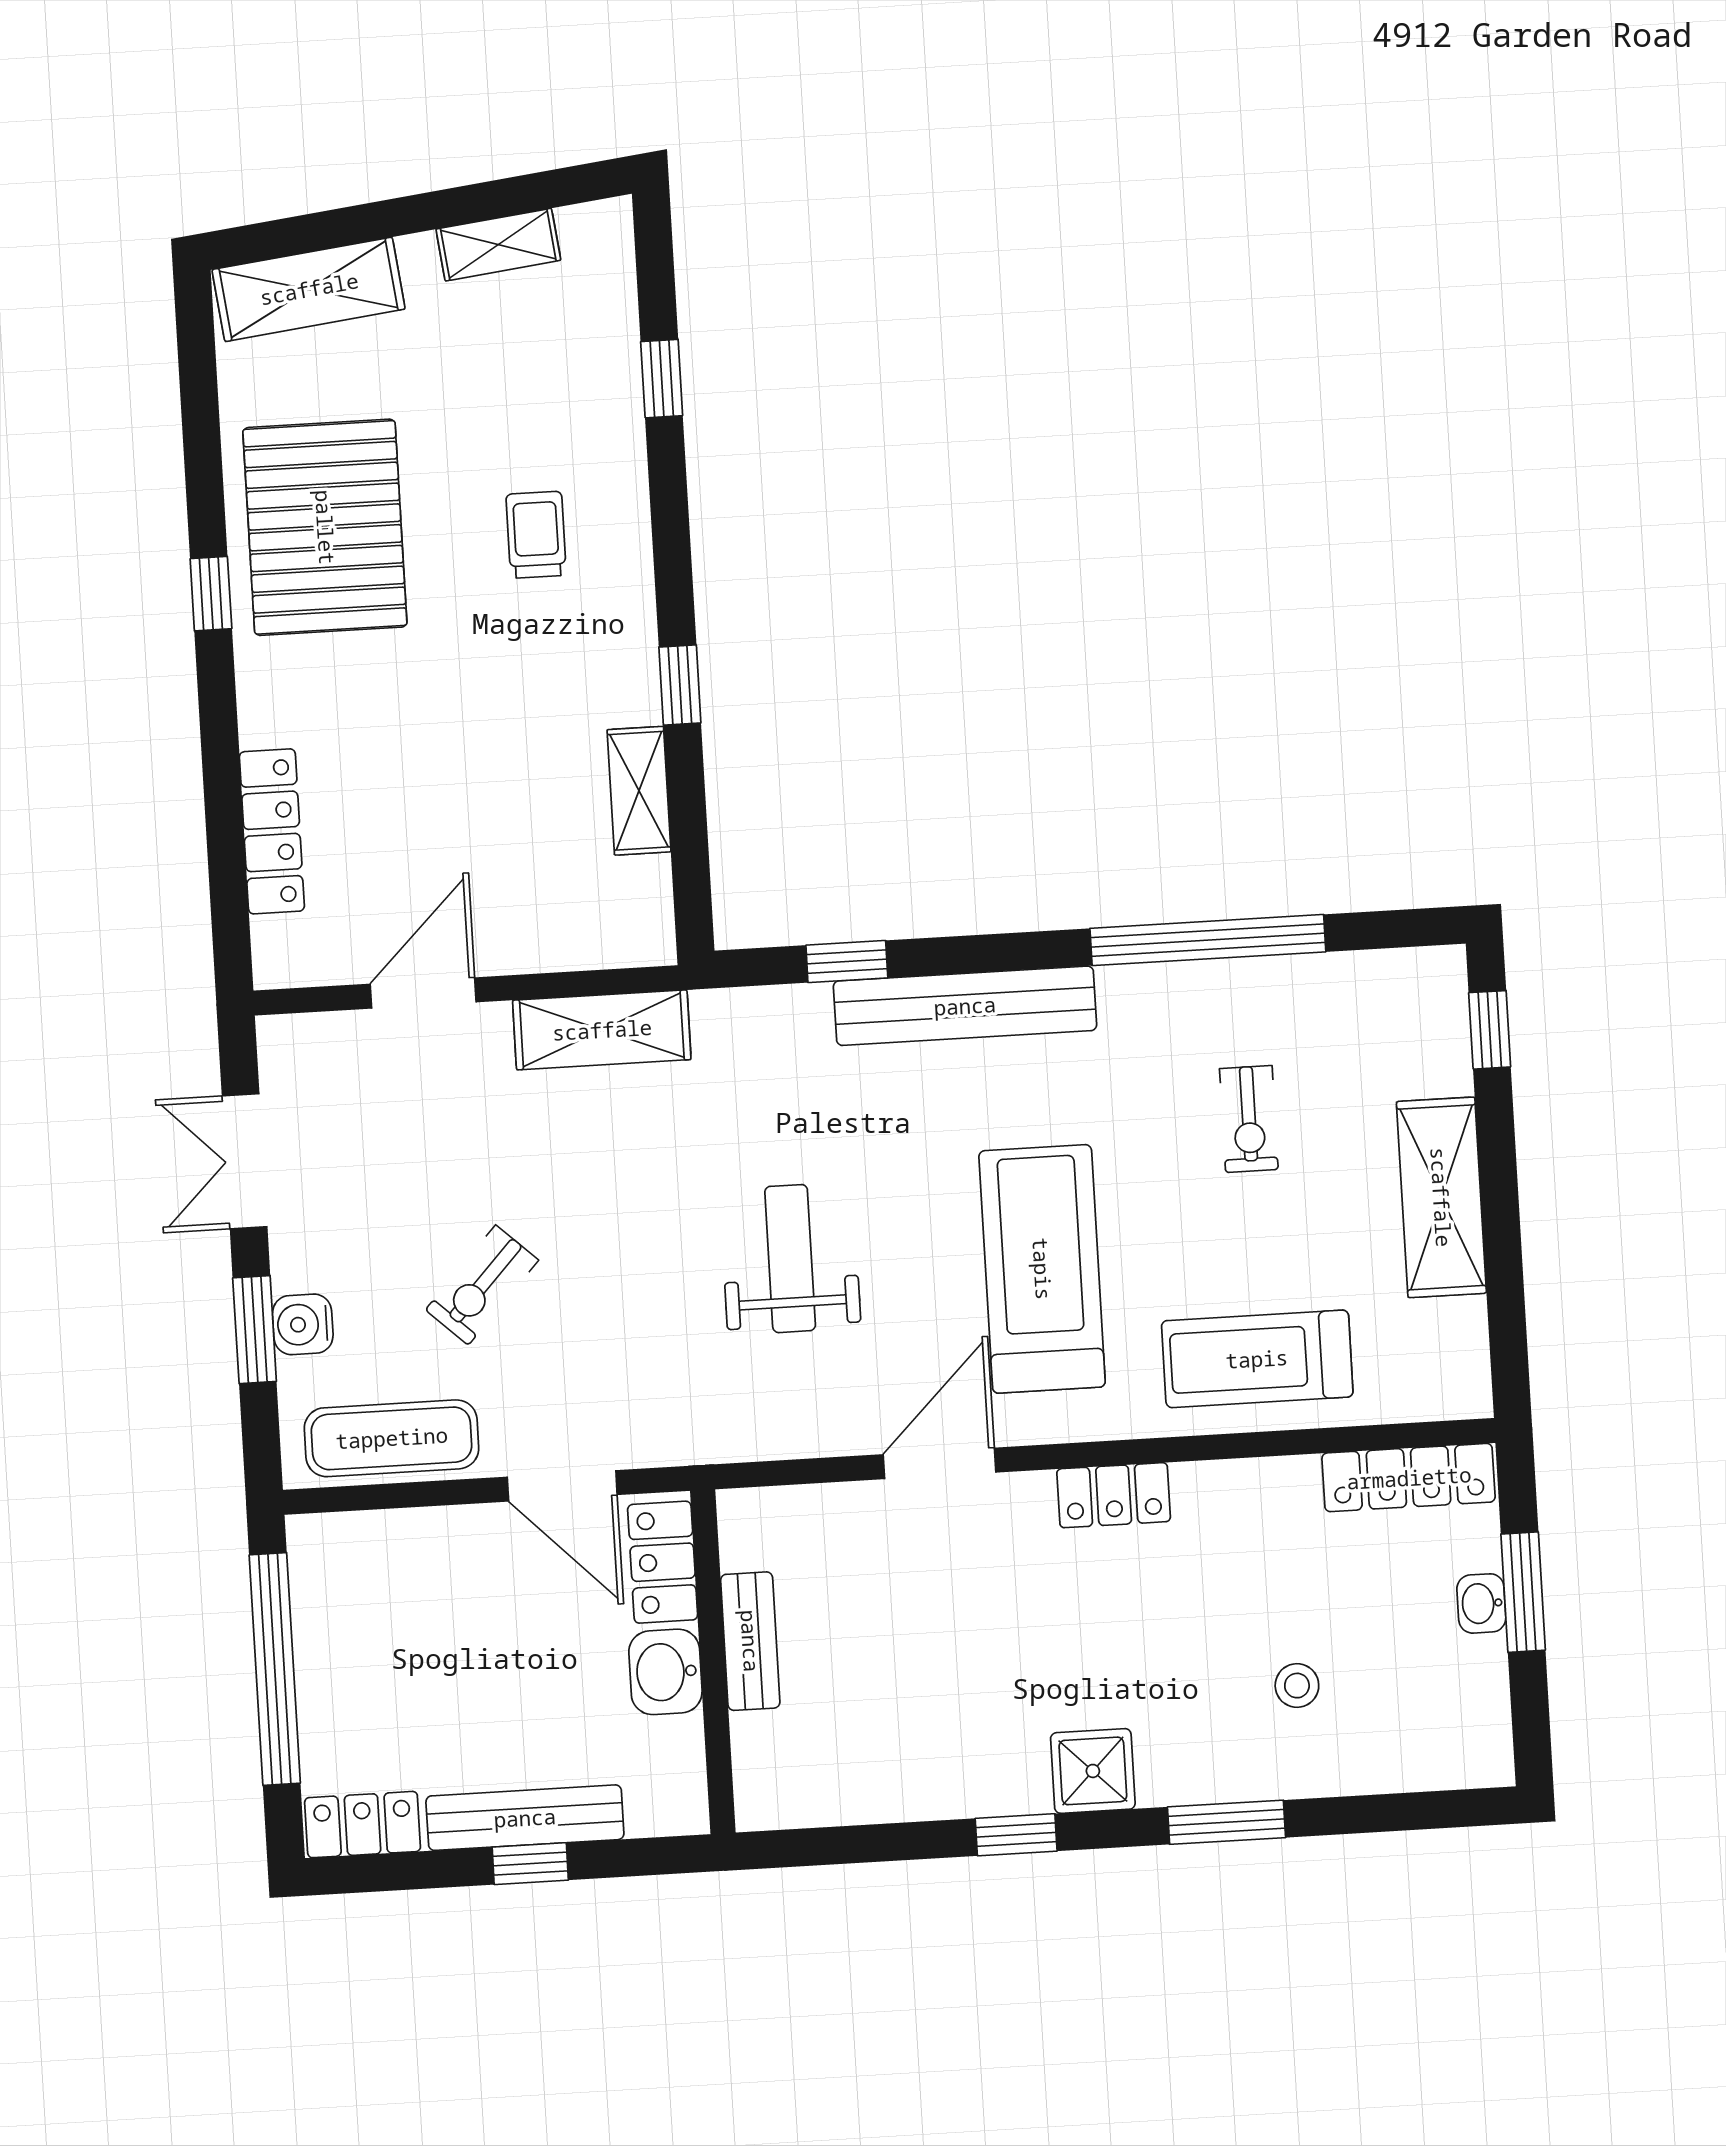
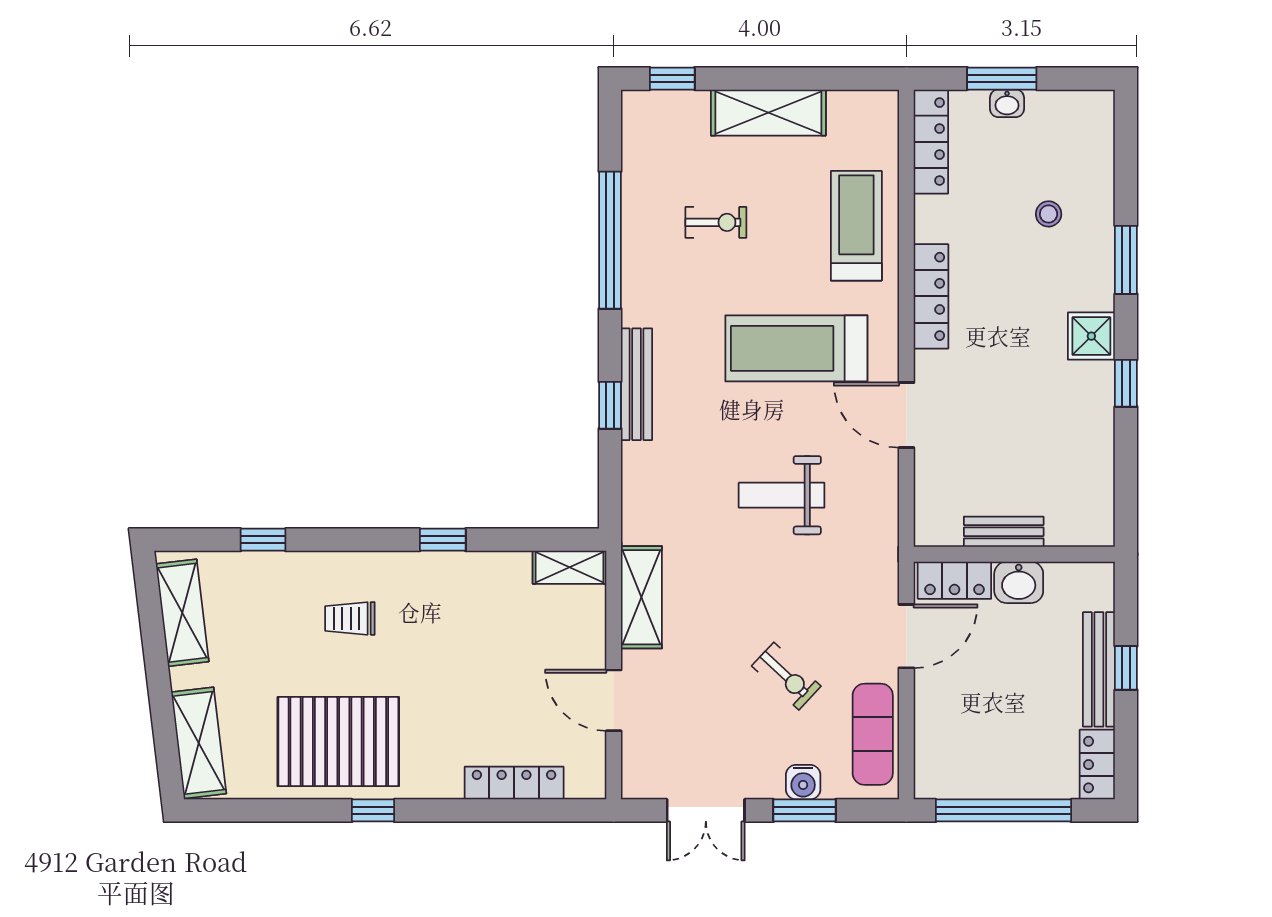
shelving: (498, 245) -> (182, 613), width x1.50, depth x1.33
shelving: (639, 791) -> (570, 567), moved
window: (847, 962) -> (610, 405), moved
bench: (965, 1006) -> (637, 384), width x0.73, depth x0.82
treadmill: (1257, 1359) -> (856, 226), turned 180
locker: (1114, 1495) -> (931, 296), width x1.53

